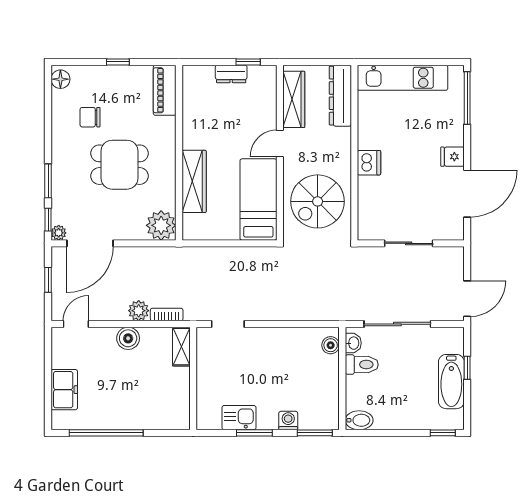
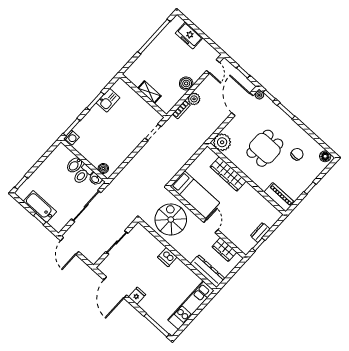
wardrobe: (294, 99) -> (224, 249), width x0.67
shelving: (181, 347) -> (149, 92), moved
washing machine: (288, 420) -> (72, 138), moved
bidet: (359, 420) -> (75, 165), moved

